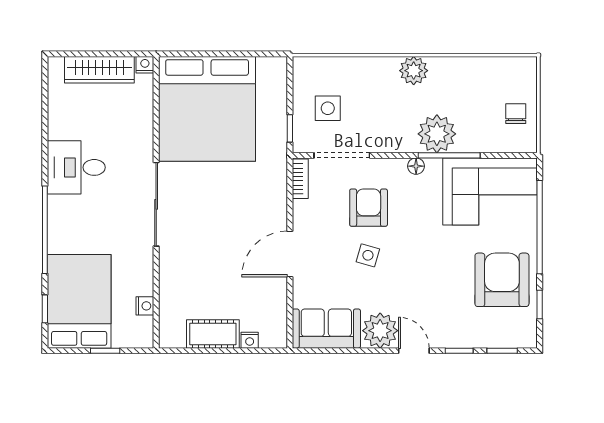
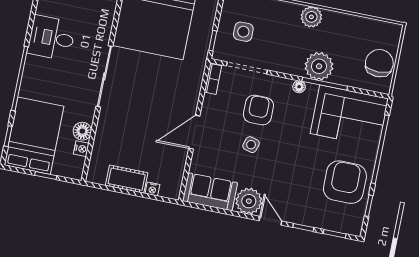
chair: (516, 114) -> (379, 63), width x1.87, depth x1.87
floor lamp: (142, 282) -> (82, 131), added

